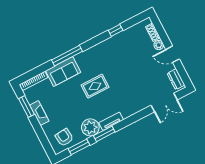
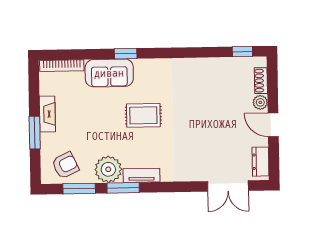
window: (116, 30) -> (242, 52), moved
window: (67, 56) -> (126, 54), width x0.46
window: (26, 106) -> (35, 133), moved
armchair: (64, 137) -> (65, 165), turned 71

